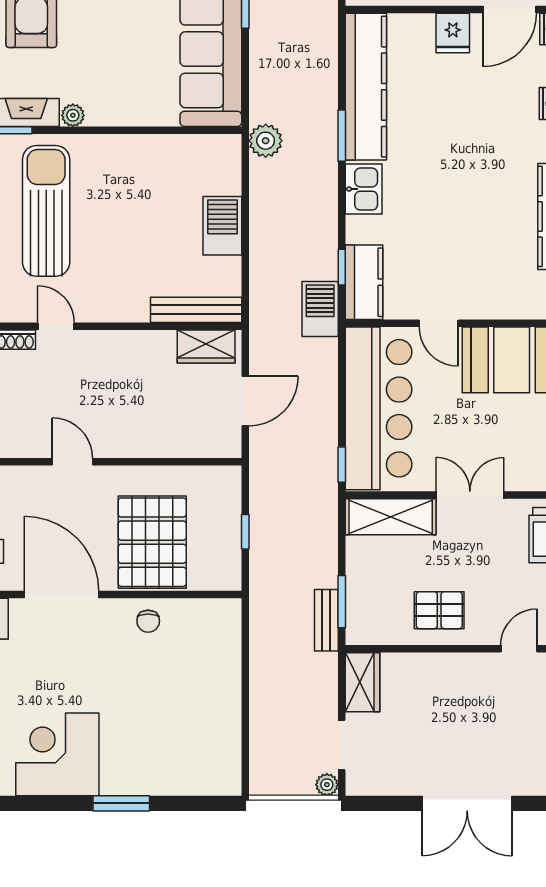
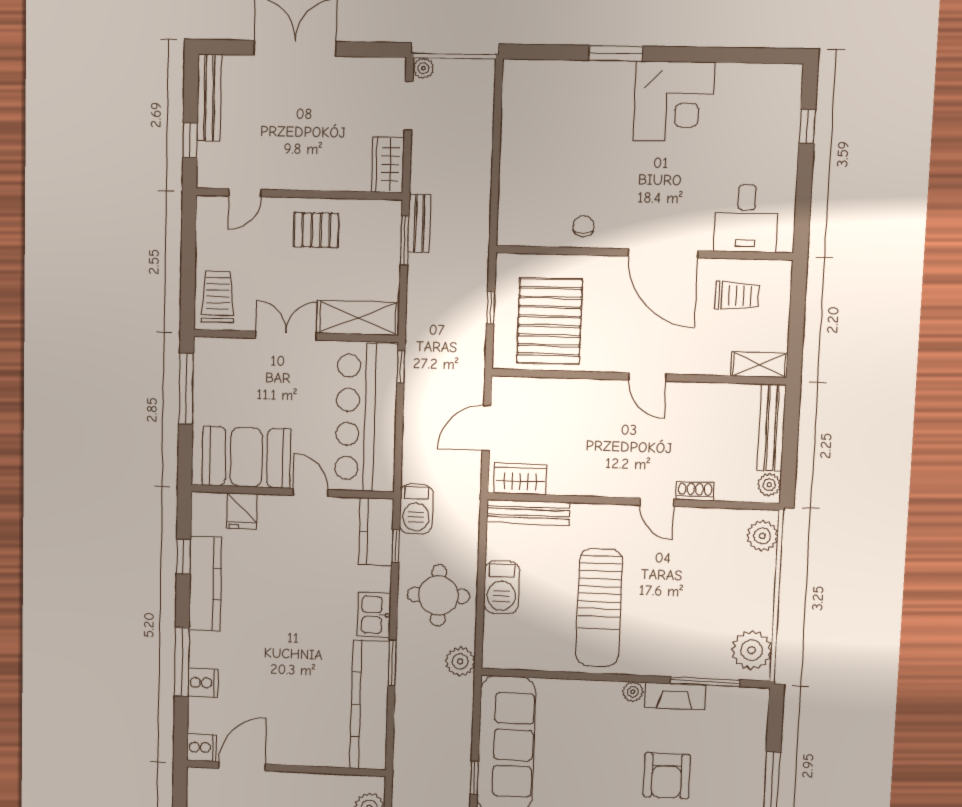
fridge: (453, 33) -> (242, 511), moved, turned 180
sun lounger: (46, 211) -> (599, 608), moved
round table: (292, 214) -> (438, 595), added
double door: (470, 495) -> (286, 336), swing flipped
pallet: (152, 542) -> (550, 321), moved

